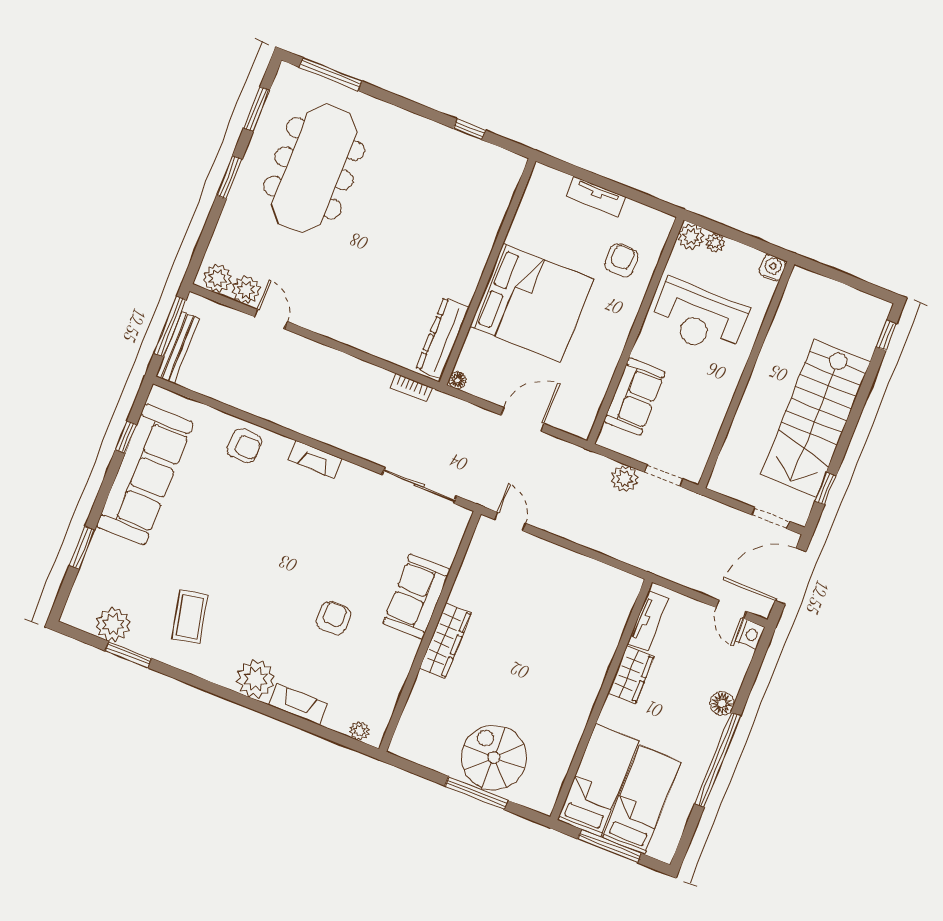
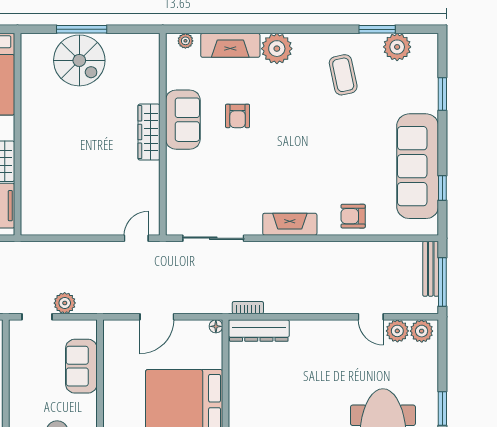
dresser: (442, 338) -> (259, 330), moved, turned 90
fireplace: (315, 459) -> (290, 224), width x1.37, depth x1.32
door: (510, 521) -> (136, 238), swing flipped
sofa: (417, 597) -> (183, 120), moved
fireplace: (298, 704) -> (230, 45), width x1.37, depth x1.32

